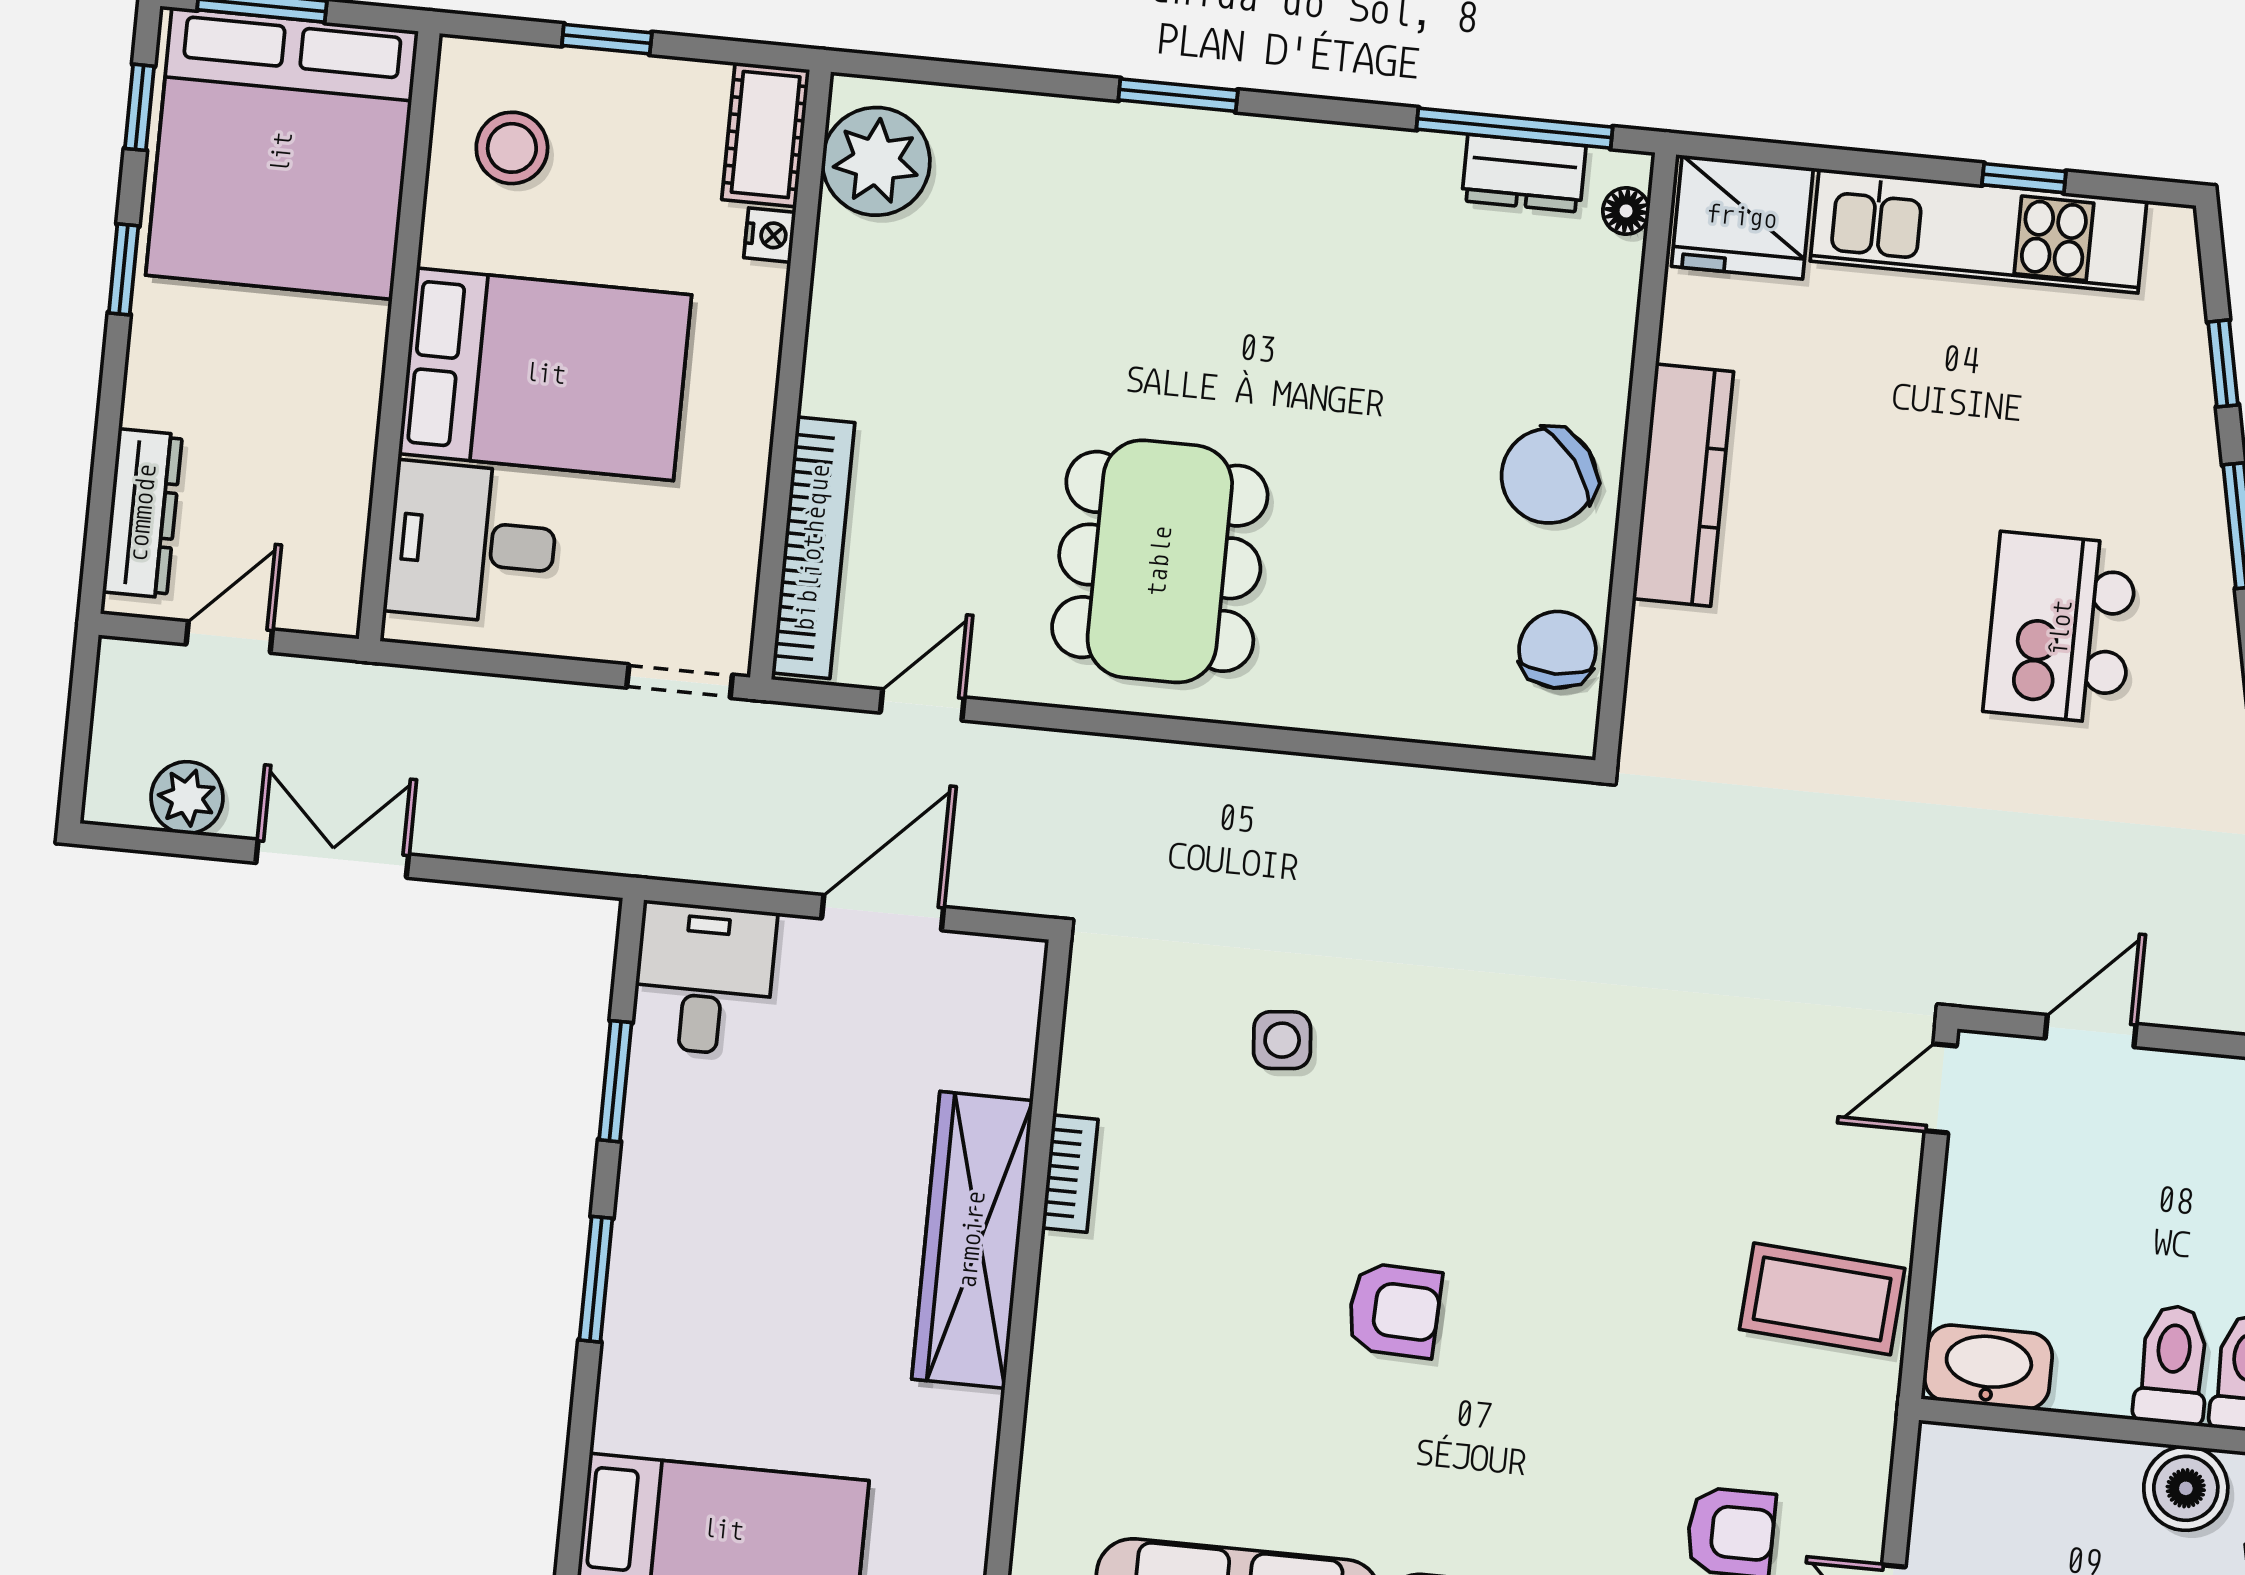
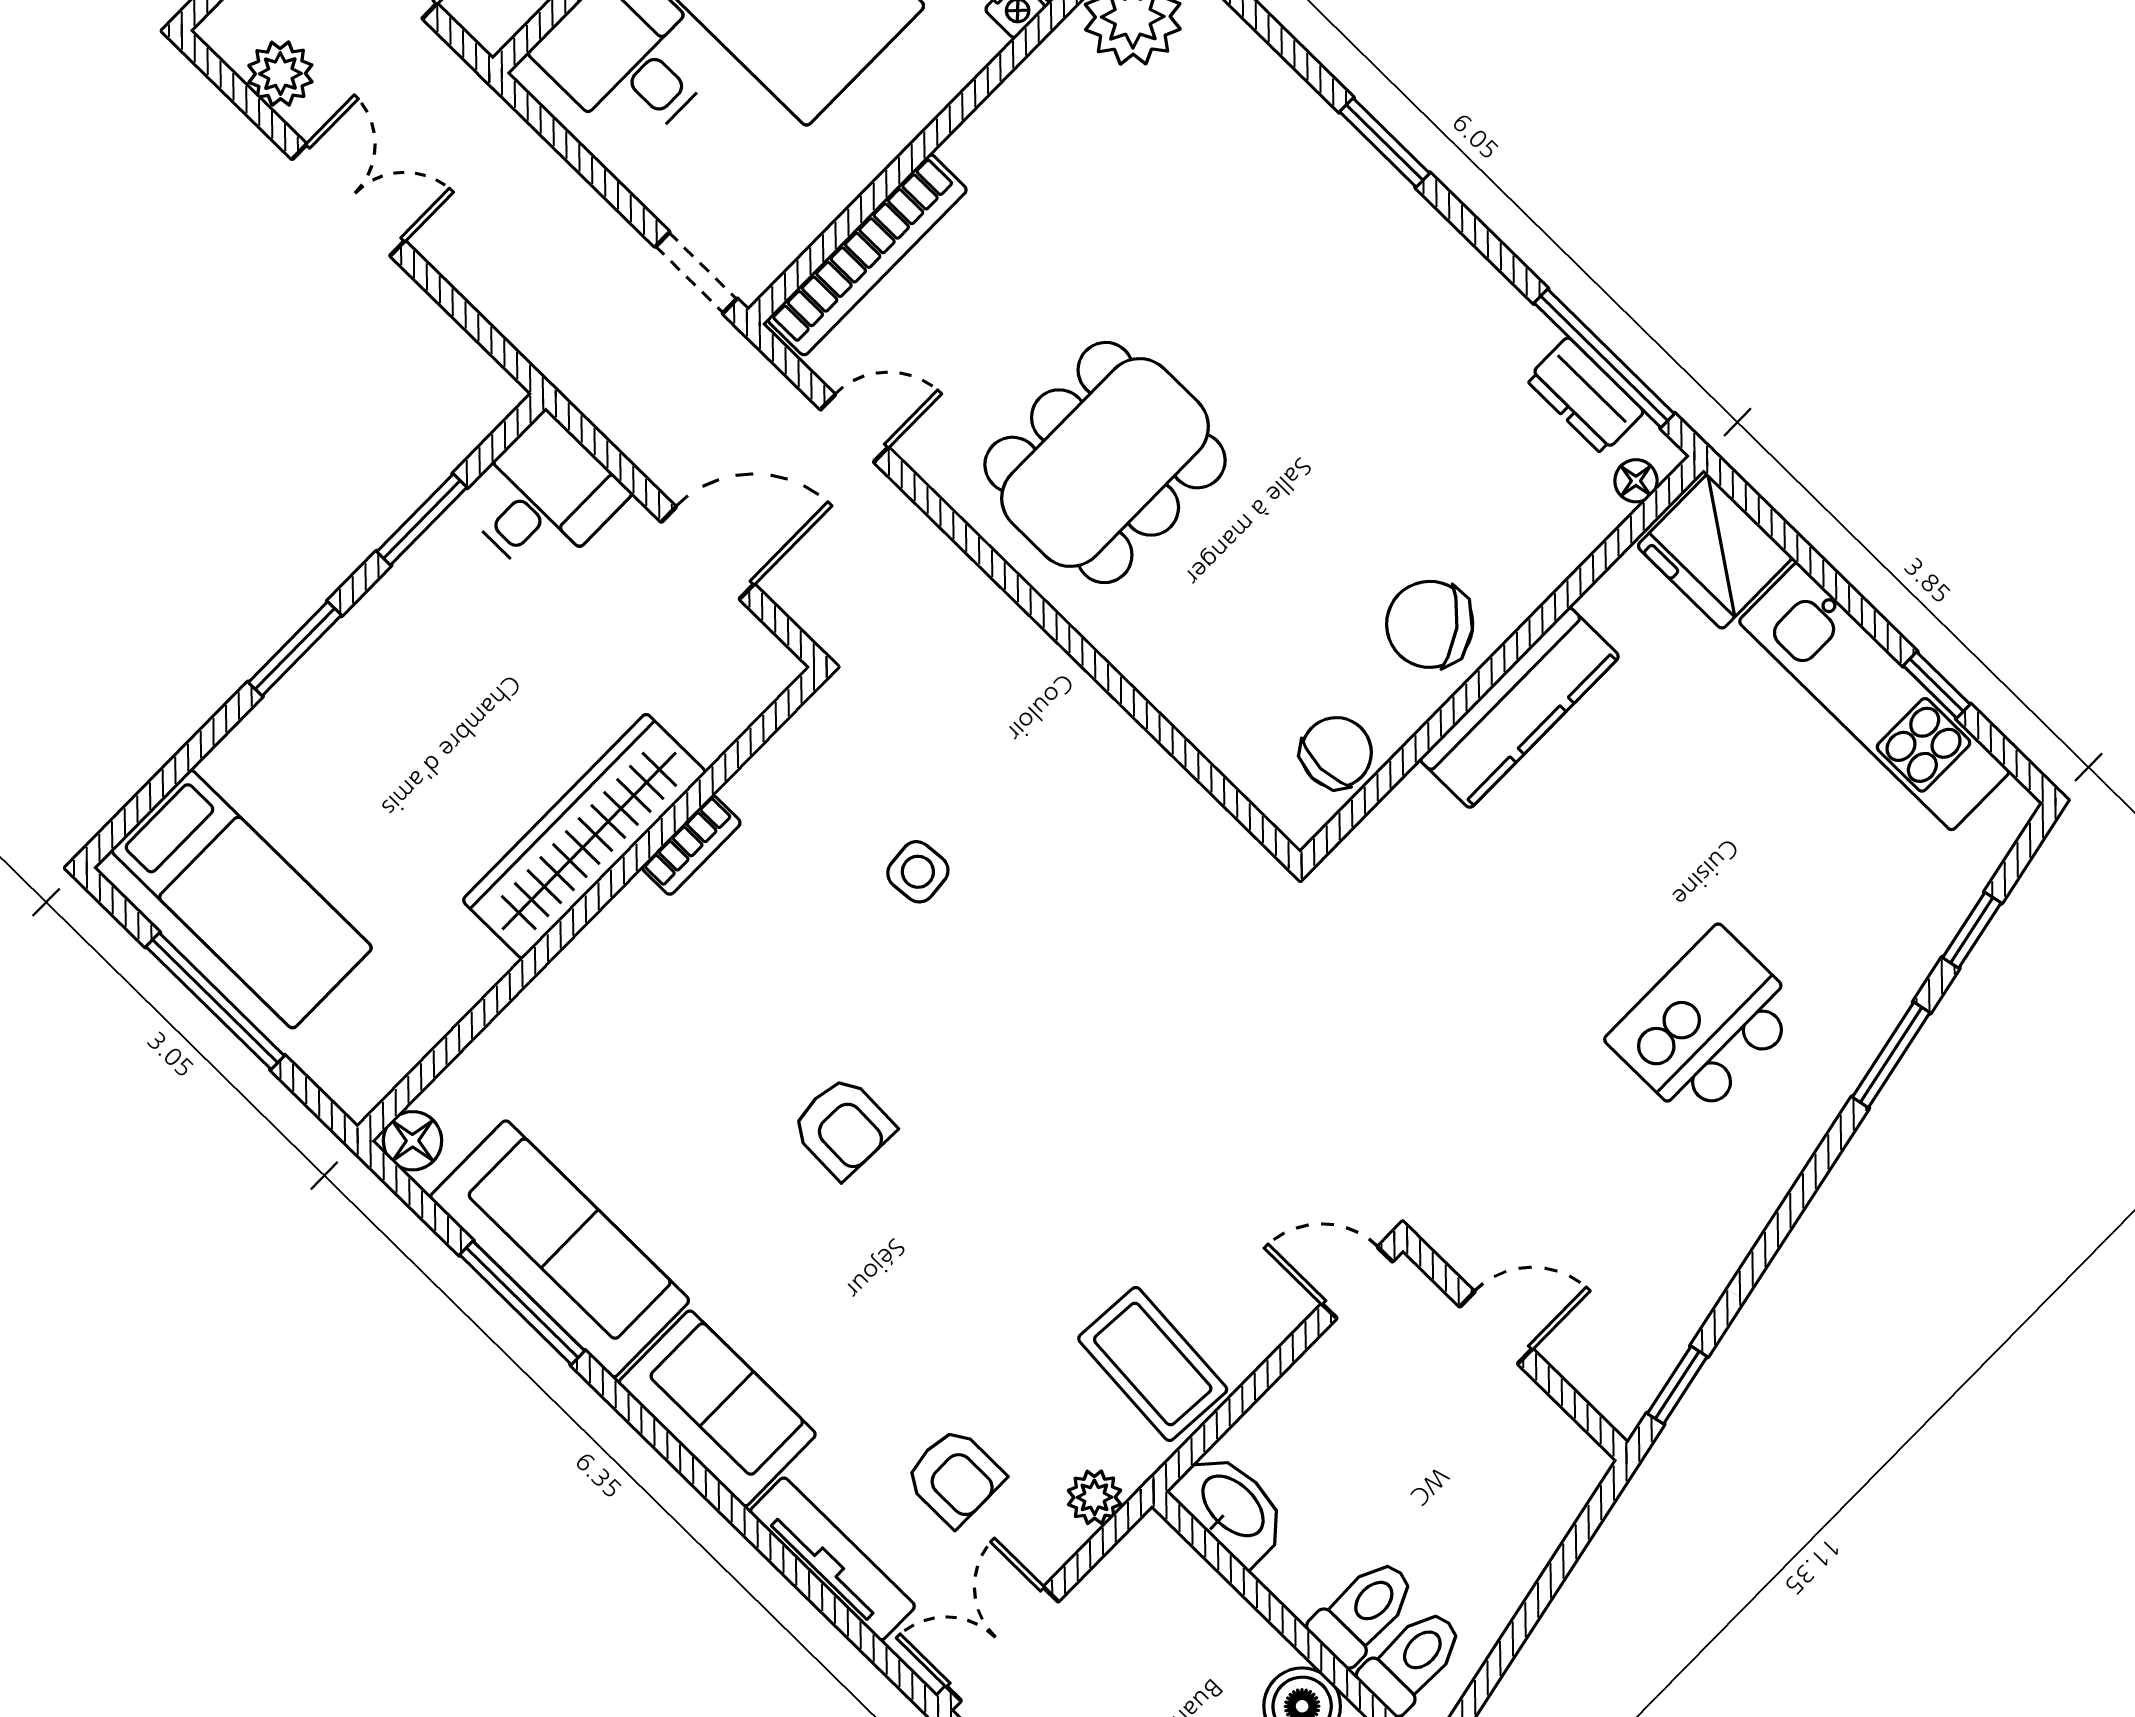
plant: (1864, 1453) -> (1095, 1497), added

